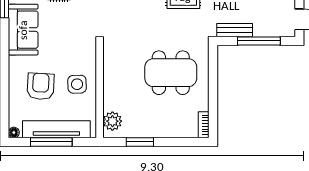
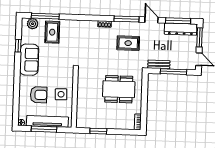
armchair: (41, 86) -> (39, 95), turned 87
plant: (112, 121) -> (82, 118), removed

